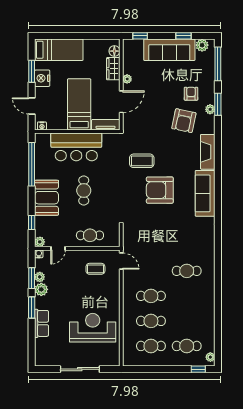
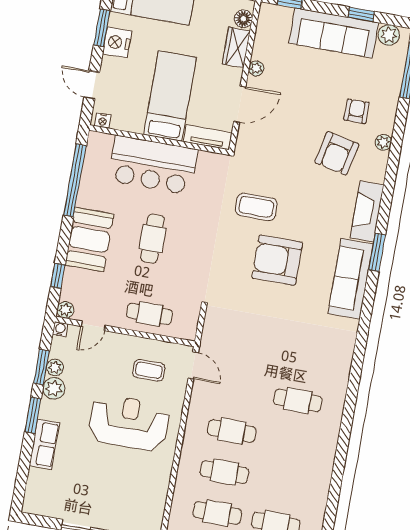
window: (218, 104) -> (377, 252), moved
reception desk: (93, 328) -> (129, 423), moved

